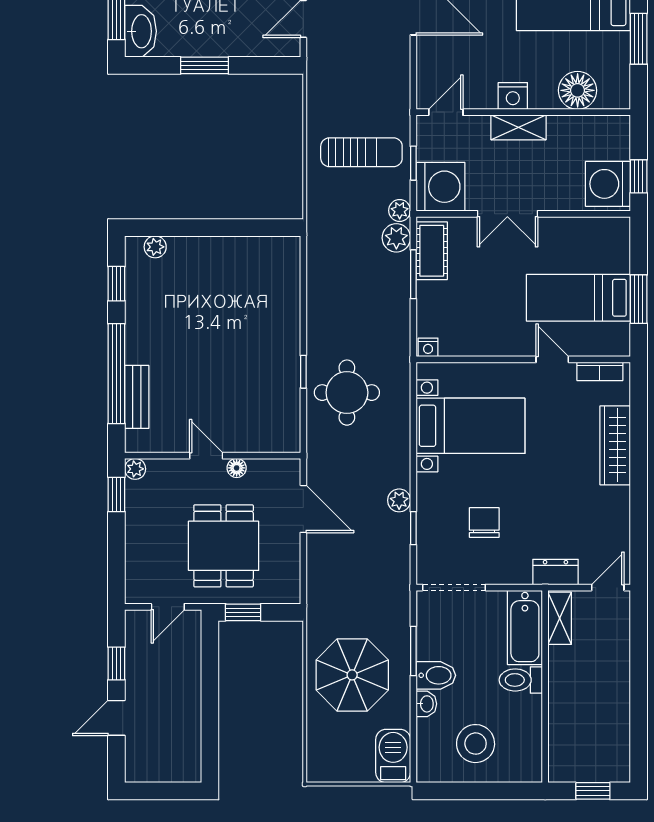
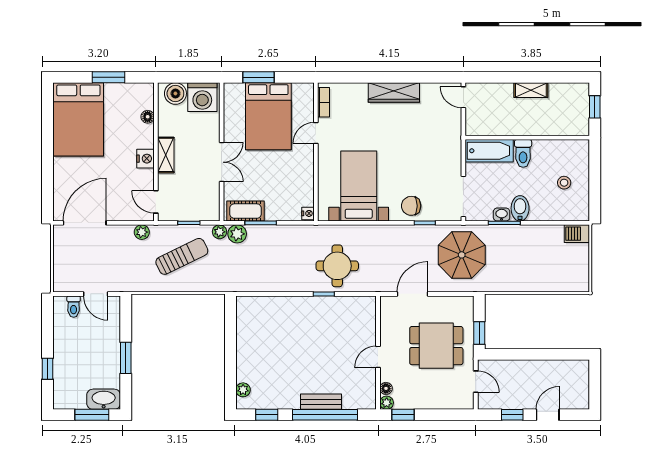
floor lamp: (578, 90) -> (148, 117), width x0.53, depth x0.53
boiler: (613, 142) -> (175, 93), added
sun lounger: (361, 152) -> (182, 256), turned 64
window: (639, 176) -> (197, 77), removed
washing machine: (440, 187) -> (204, 205), removed
bed: (578, 298) -> (268, 116), width x1.50
window: (639, 299) -> (258, 77), moved
bench: (137, 397) -> (321, 402), moved
wardrobe: (615, 445) -> (394, 92), moved
floor lamp: (237, 468) -> (386, 388), moved
plant: (399, 500) -> (142, 232), moved
chair: (484, 522) -> (411, 206), moved
dresser: (555, 572) -> (453, 131), removed
shelving: (560, 618) -> (531, 90), moved
parasol: (352, 675) -> (462, 255), moved
washbasin: (426, 704) -> (502, 215), moved
door: (116, 718) -> (548, 415), swing flipped
stool: (476, 744) -> (564, 183), width x0.53, depth x0.53
barbecue: (393, 756) -> (577, 234), width x0.73, depth x0.79

